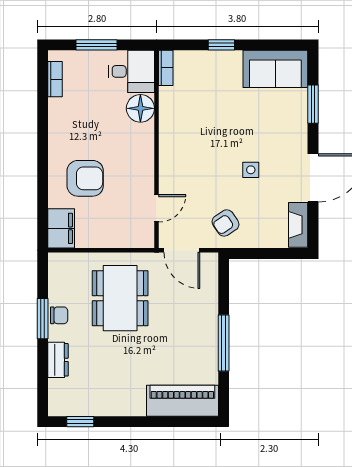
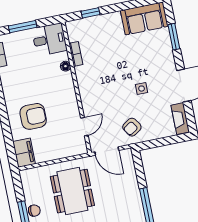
window: (221, 45) -> (91, 13), moved
bookcase: (166, 68) -> (76, 54), moved
floor lamp: (140, 108) -> (65, 66), width x0.53, depth x0.53

